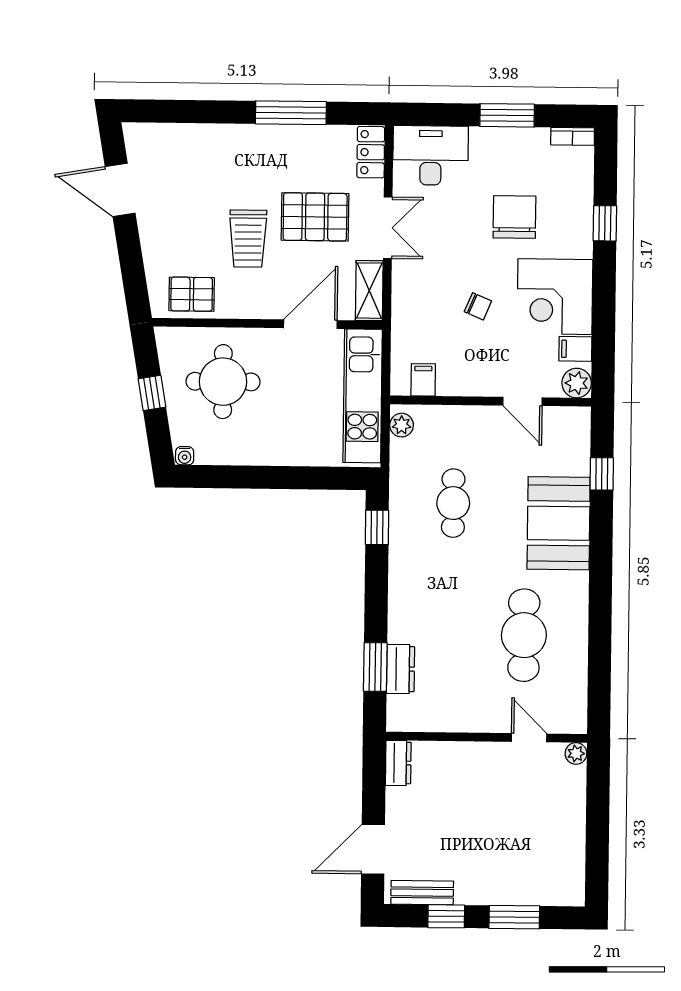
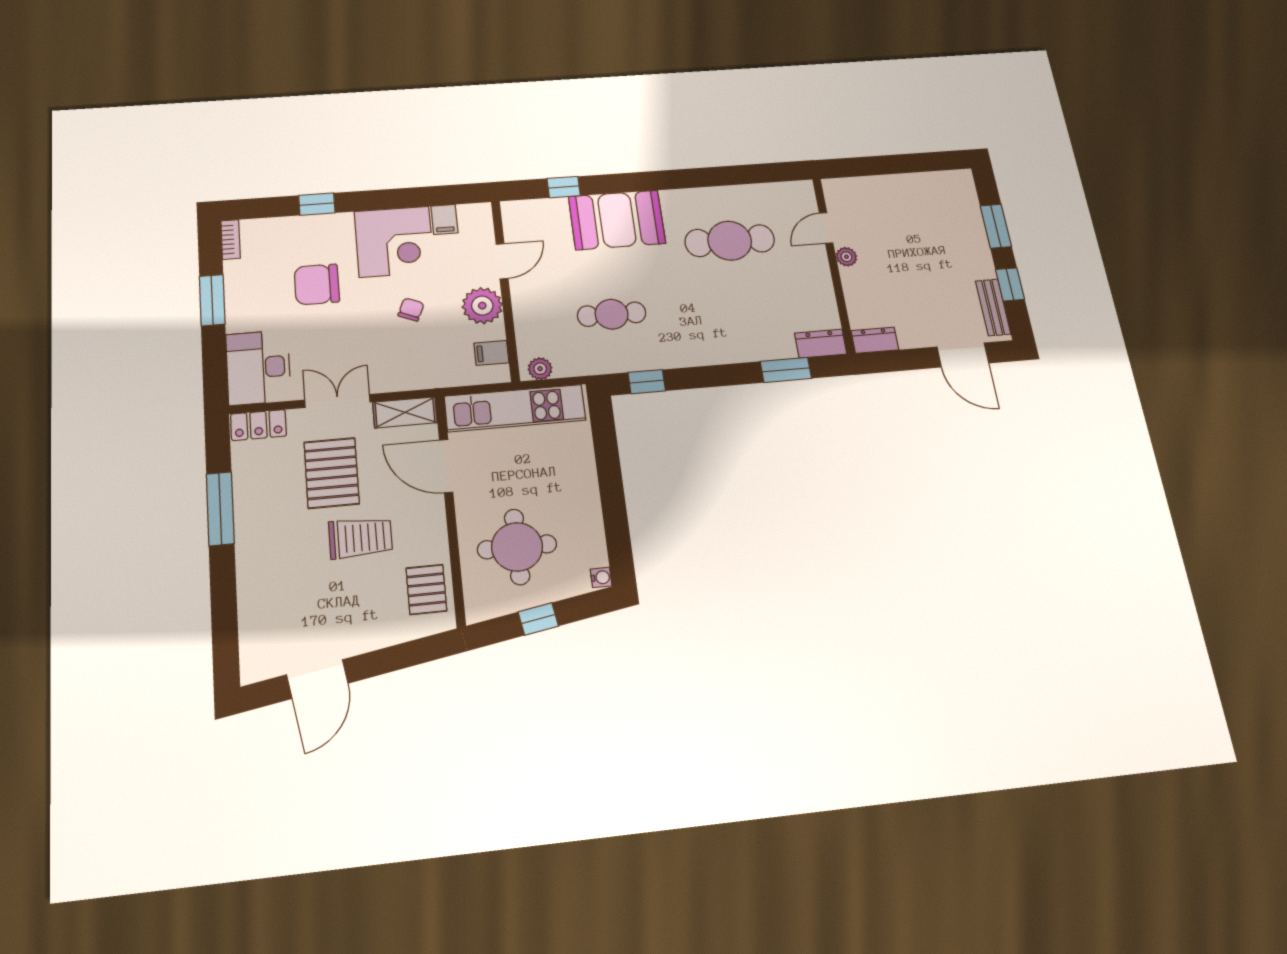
plant: (577, 383) -> (482, 306), moved, width x1.36, depth x1.36
dresser: (401, 669) -> (821, 344), moved
plant: (576, 753) -> (846, 257), moved

